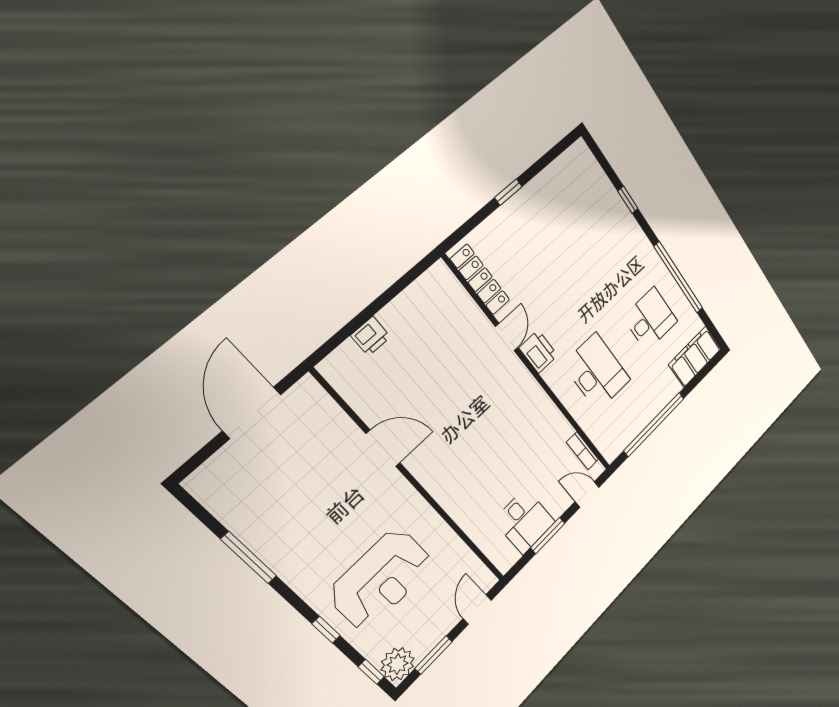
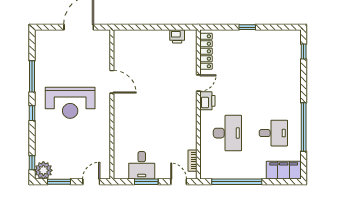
window: (628, 200) -> (304, 51), moved
printer: (371, 336) -> (177, 36), moved
reception desk: (381, 579) -> (70, 103), moved
window: (326, 630) -> (32, 113), moved

